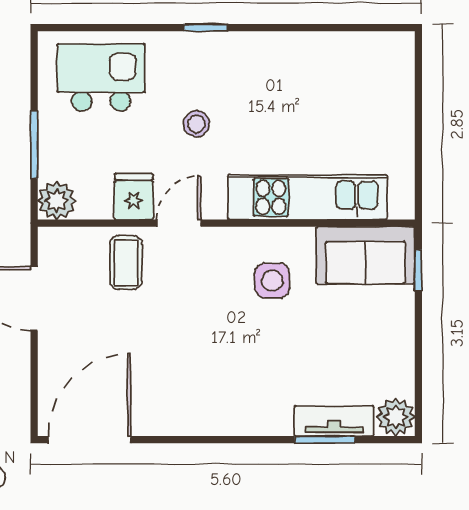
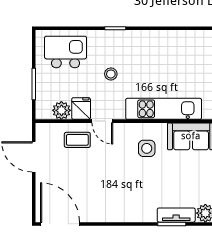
plant: (57, 201) -> (61, 110), moved
door: (179, 223) -> (102, 121), swing flipped
coffee table: (126, 263) -> (77, 140), turned 90
door: (89, 440) -> (60, 224), hinge flipped

